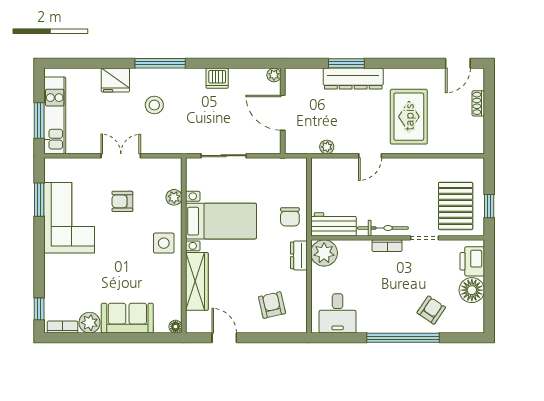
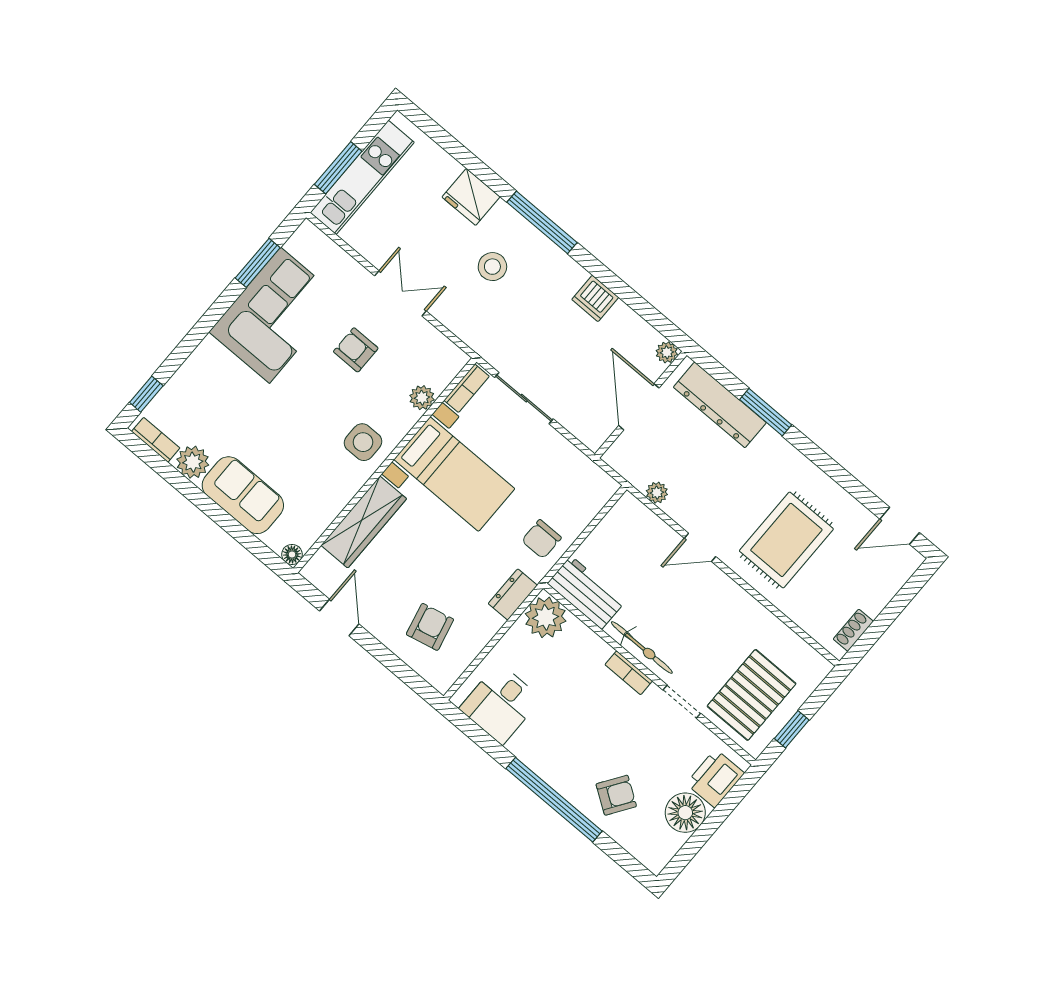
dresser: (353, 79) -> (720, 405), moved
shoe rack: (478, 103) -> (853, 630), moved
bookcase: (192, 175) -> (467, 388), added

